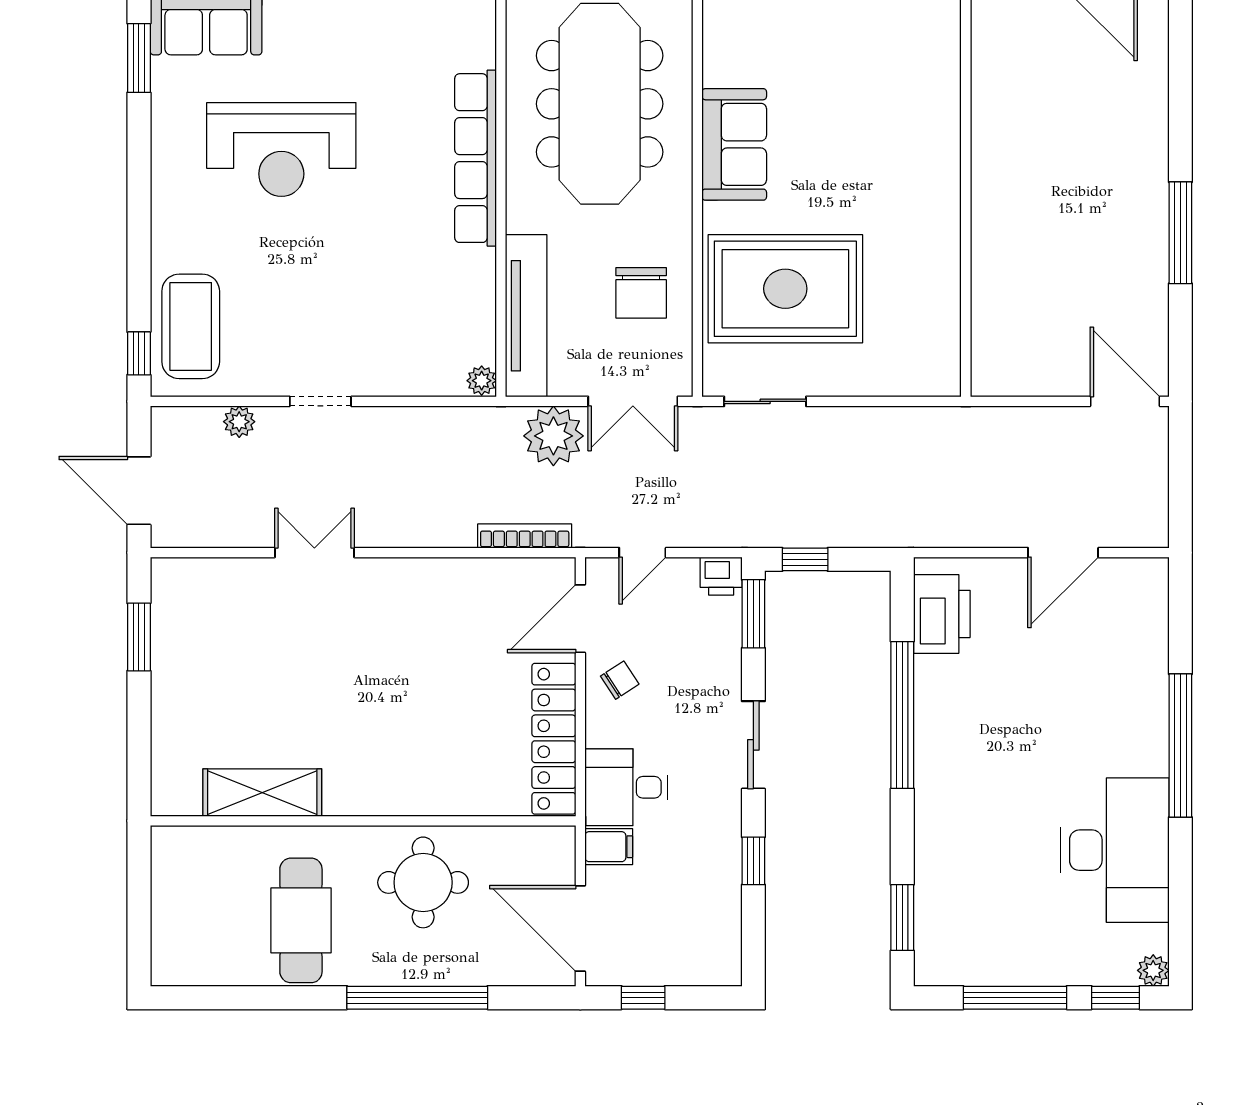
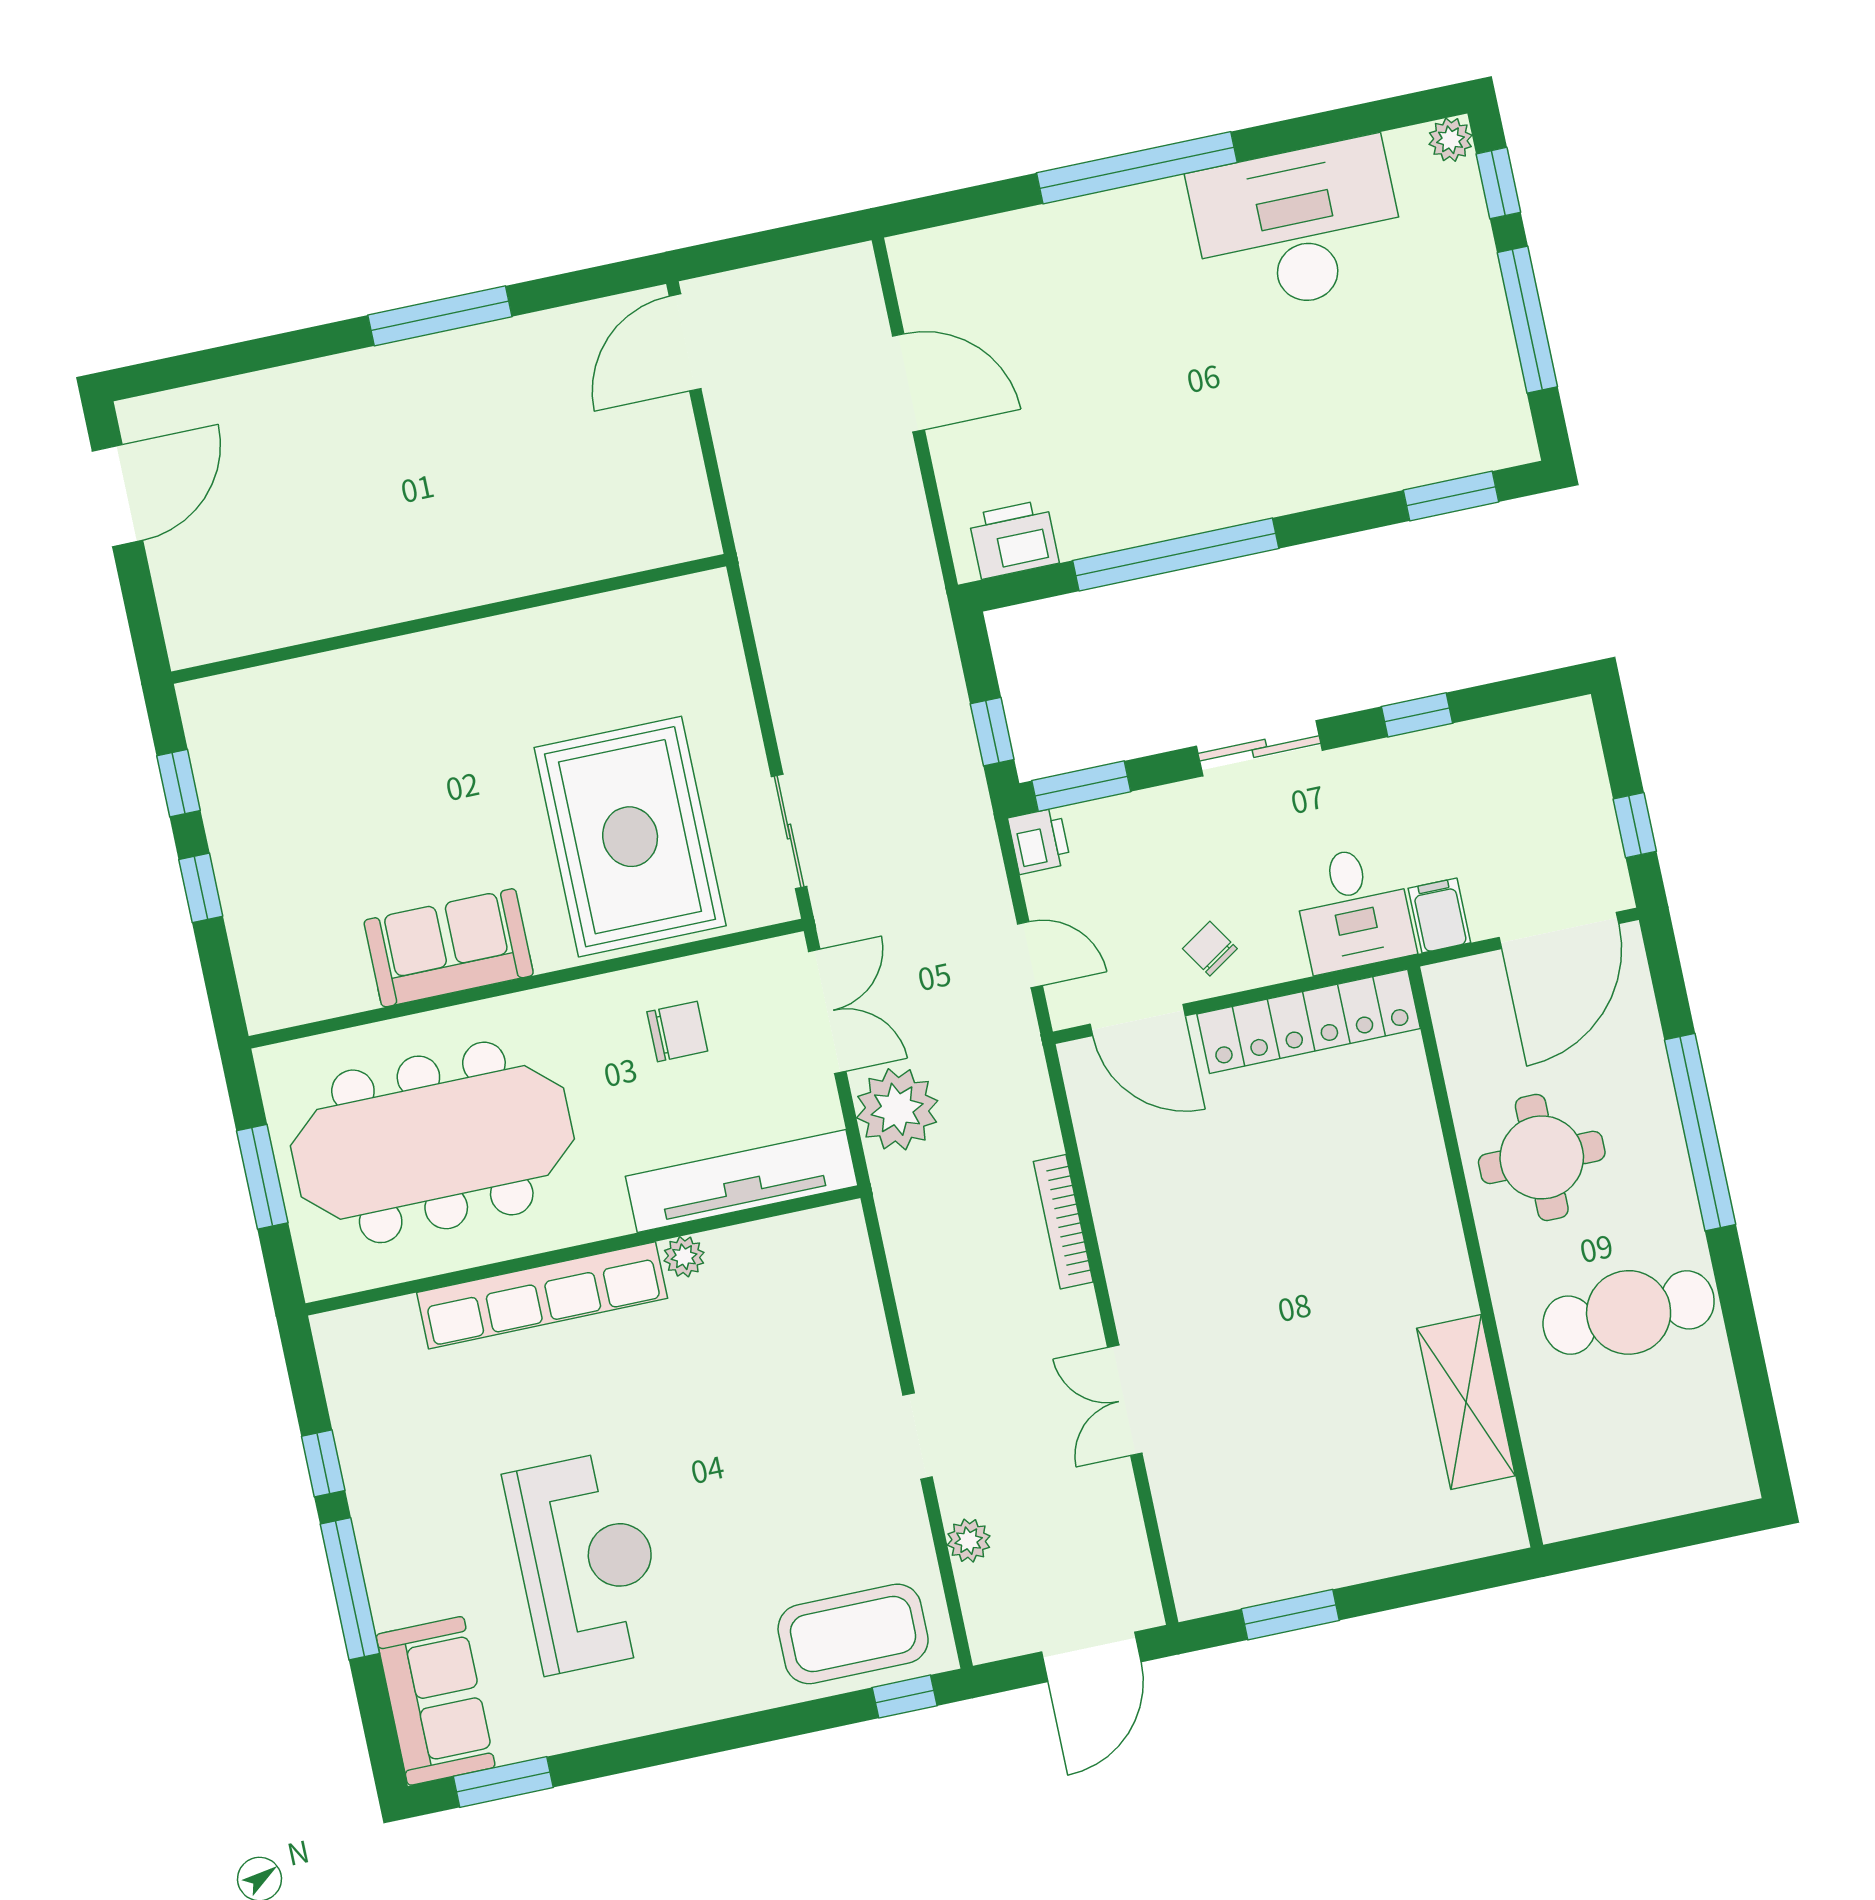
chair: (641, 293) -> (677, 1031), width x0.73, depth x0.73
plant: (482, 381) -> (684, 1257), moved
bookcase: (525, 536) -> (1063, 1222), moved
printer: (942, 614) -> (1014, 539), width x0.73, depth x0.84

